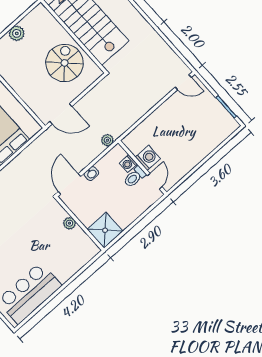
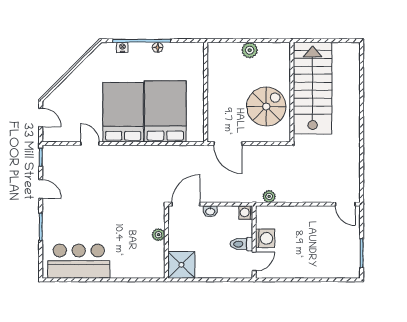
plant: (107, 140) -> (269, 196), moved
washing machine: (128, 164) -> (246, 212), moved

